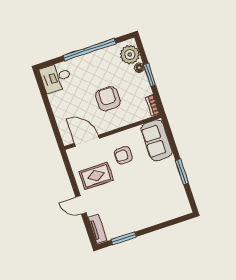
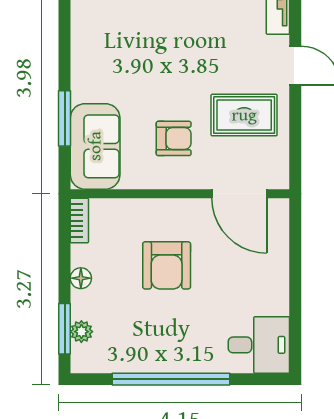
plant: (130, 54) -> (81, 332), width x0.53, depth x0.53
floor lamp: (139, 68) -> (81, 278), moved
window: (150, 75) -> (65, 329), moved
window: (182, 172) -> (65, 118), moved

